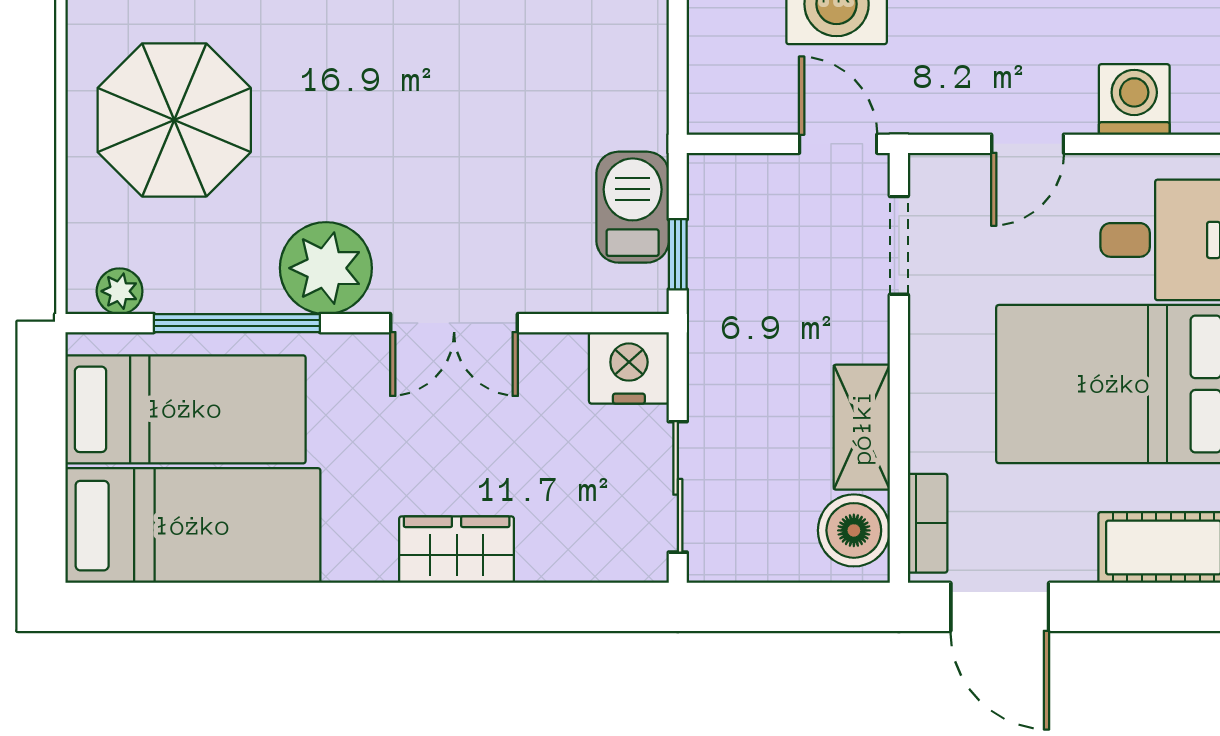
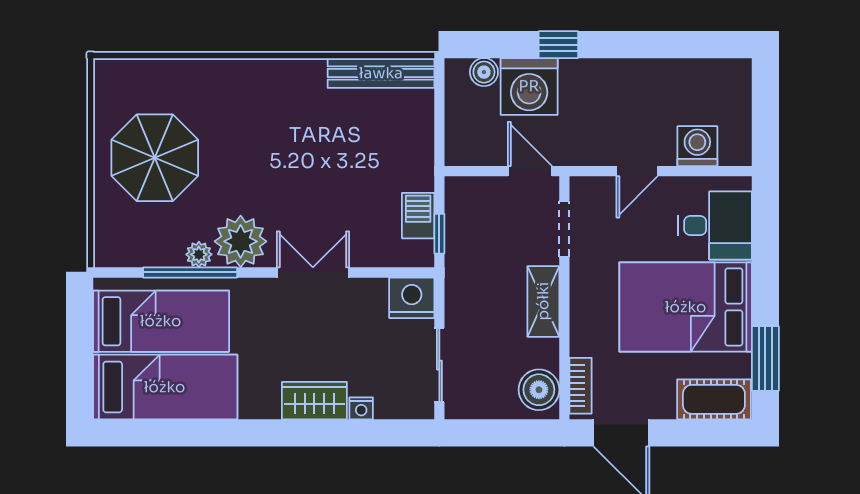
barbecue: (633, 207) -> (418, 216), width x0.73, depth x0.79
plant: (120, 291) -> (199, 254), moved
double door: (454, 323) -> (313, 272), swing flipped
shelving: (862, 427) -> (543, 301), moved
nightstand: (539, 563) -> (361, 408), added

